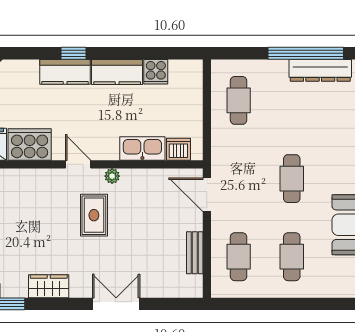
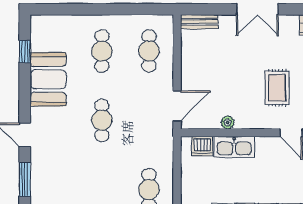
plant: (112, 176) -> (228, 122), moved
door: (207, 195) -> (177, 106), hinge flipped
bench: (195, 253) -> (199, 22), moved, turned 90

